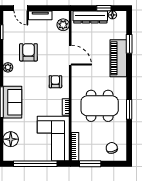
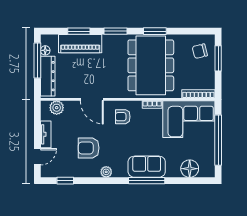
window: (104, 8) -> (37, 60), width x2.17
door: (70, 55) -> (92, 99), swing flipped
piano: (118, 58) -> (80, 44), moved
window: (129, 75) -> (115, 31), added
dining table: (100, 106) -> (151, 65), width x1.36, depth x1.24
window: (90, 164) -> (218, 58), moved

